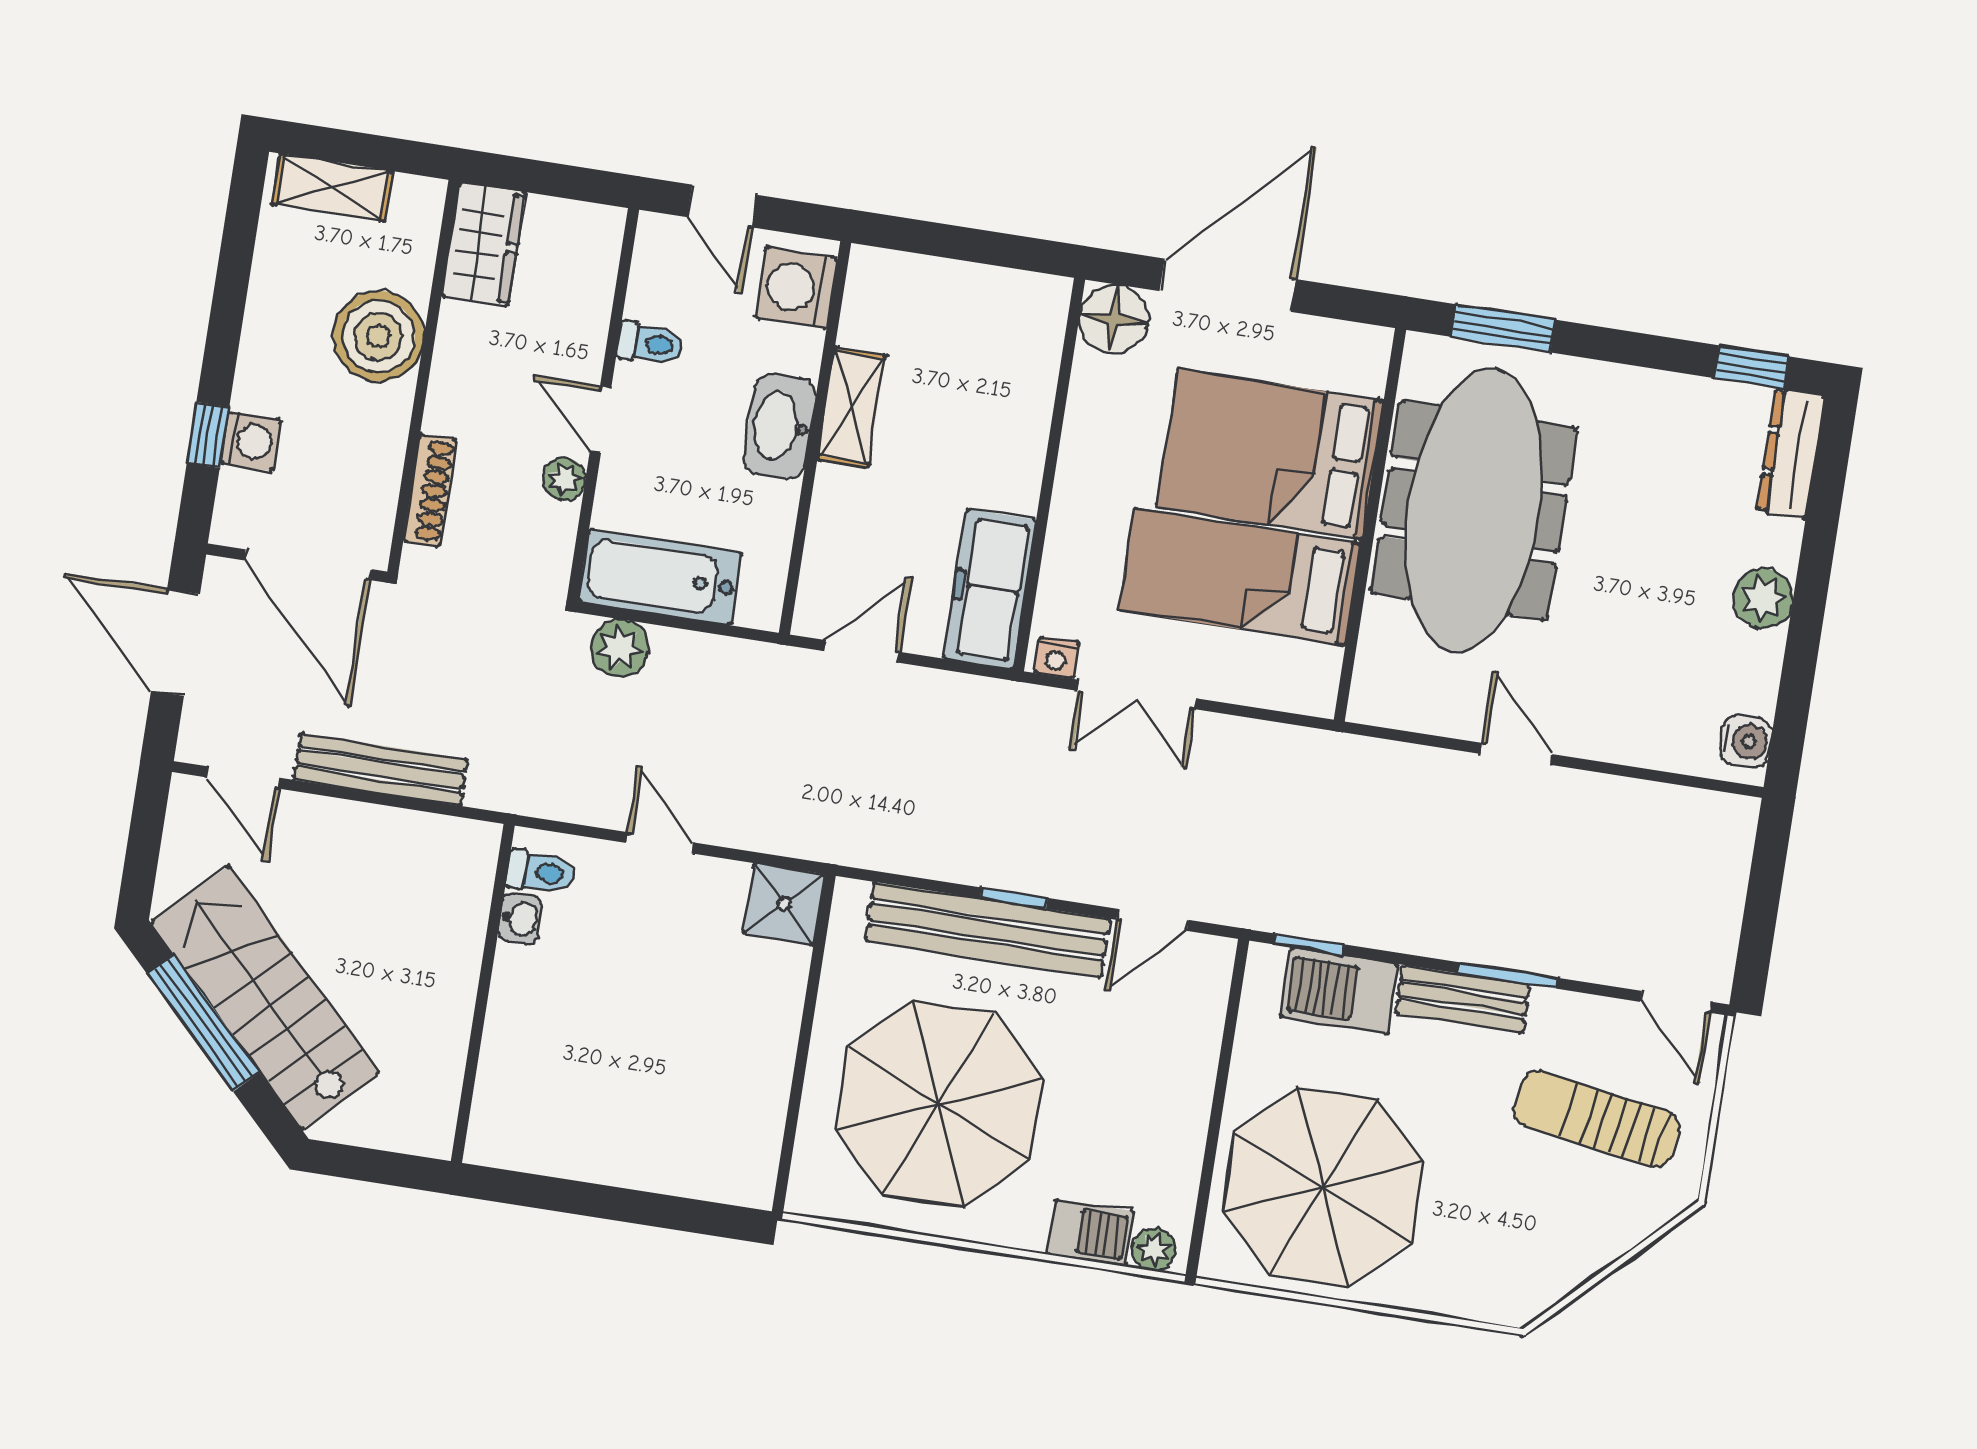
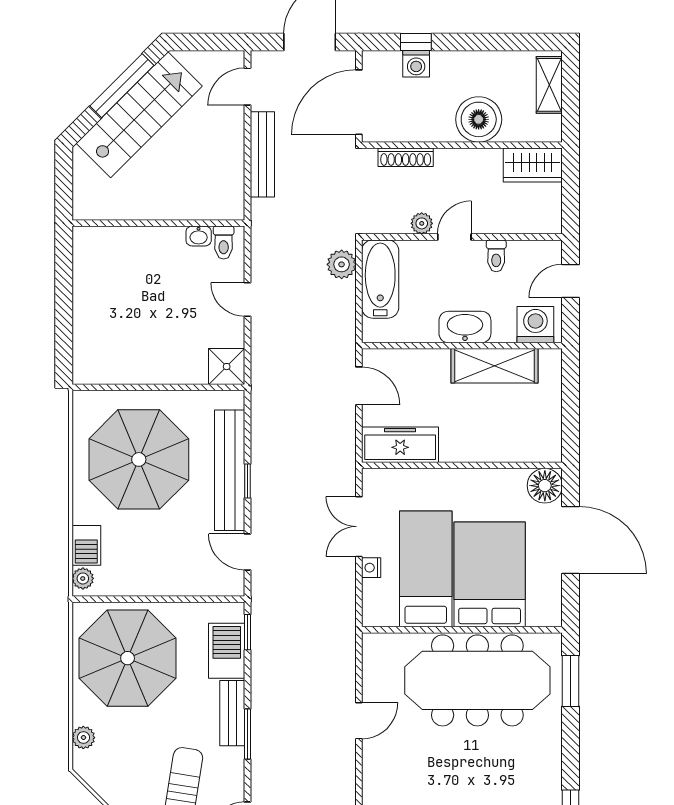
shelving: (851, 407) -> (495, 366), width x1.50, depth x1.33
nightstand: (1056, 658) -> (371, 568), moved
door: (660, 843) -> (247, 300), swing flipped
plant: (1465, 1297) -> (83, 738), added

